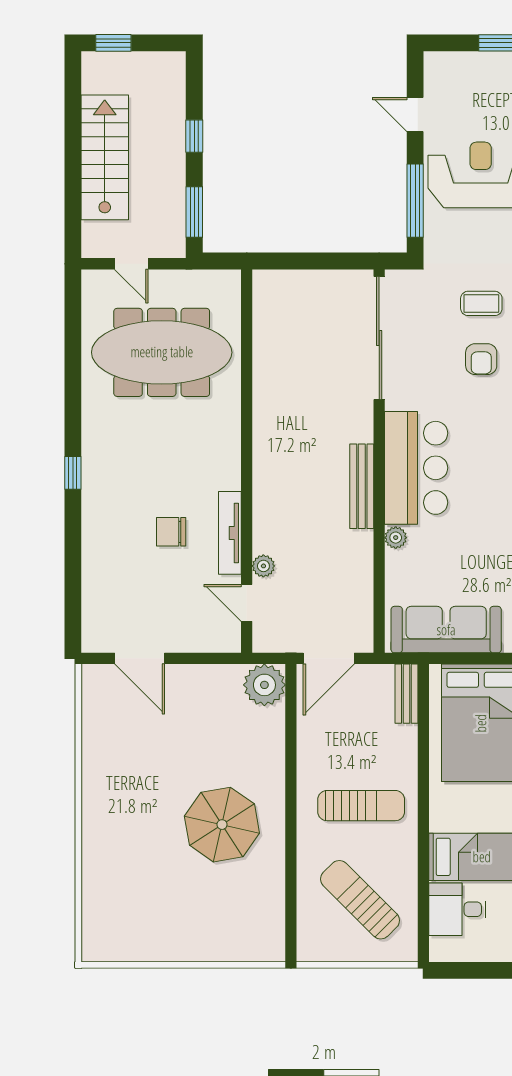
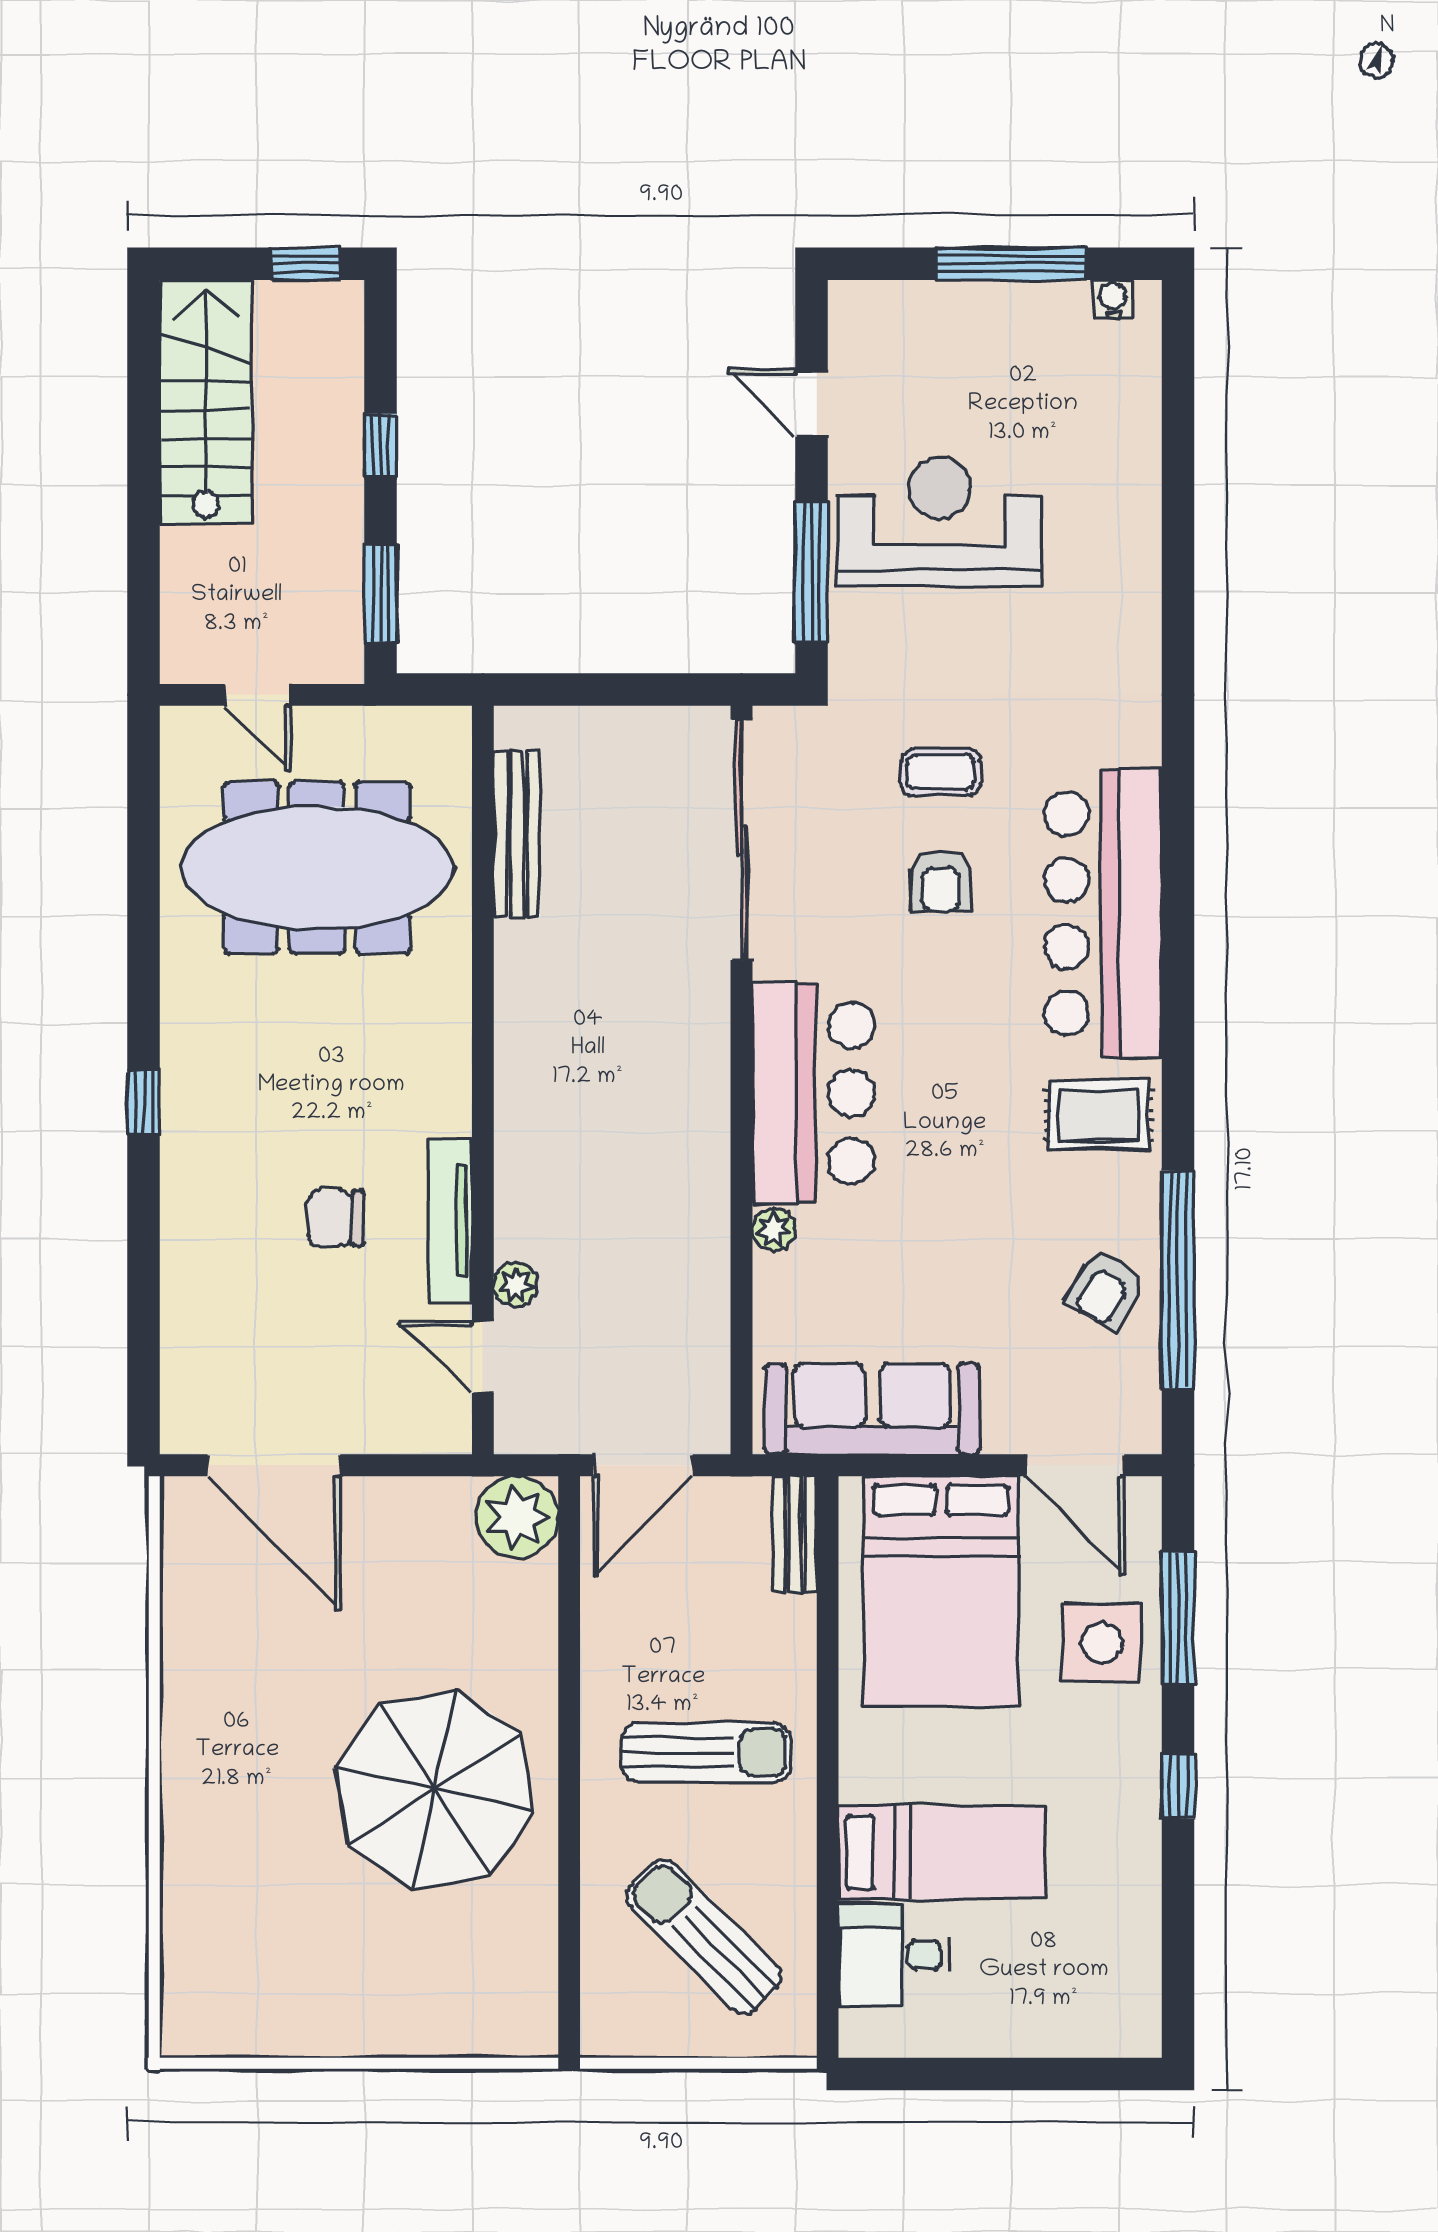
window: (113, 43) -> (306, 264), moved
stairs: (105, 157) -> (206, 402), moved
bench: (362, 486) -> (517, 834), moved
door: (140, 658) -> (274, 1465), width x1.36
parasol: (222, 825) -> (435, 1790), width x1.36, depth x1.36

